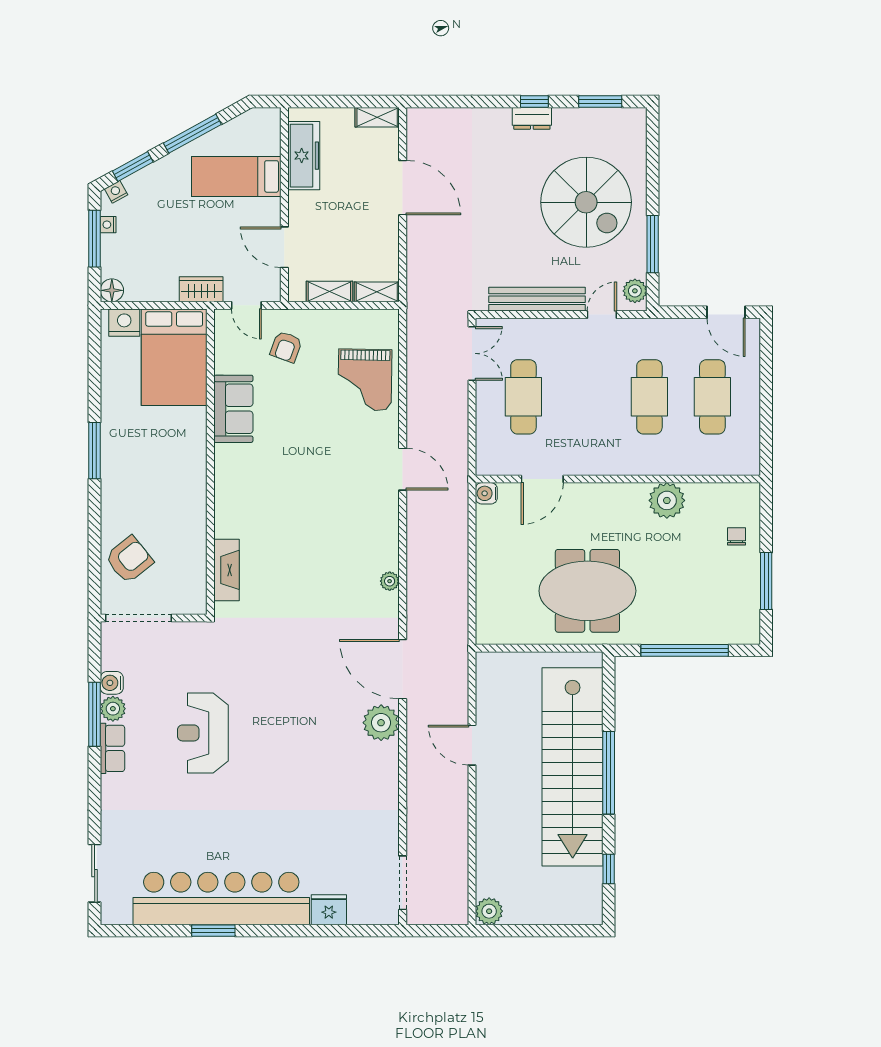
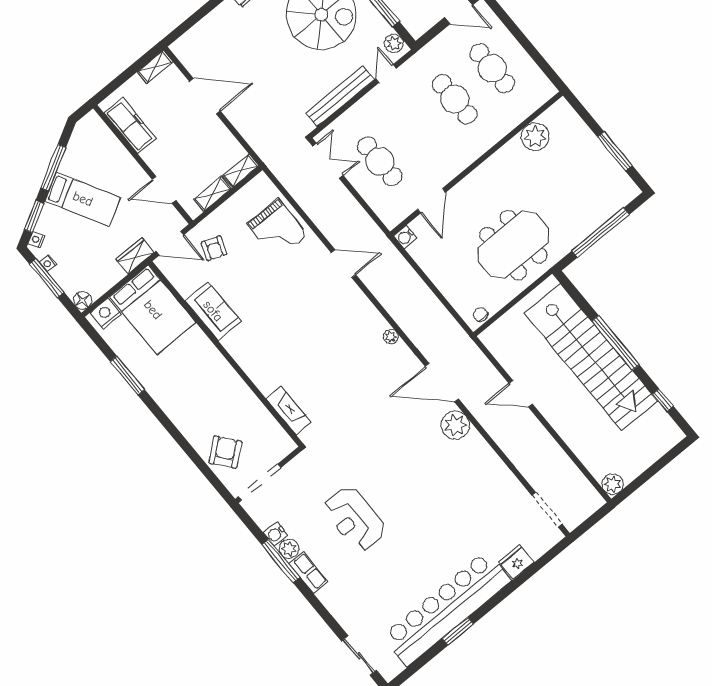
bed: (236, 176) -> (83, 199), moved, turned -119
door: (246, 305) -> (170, 243), width x1.38
window: (95, 451) -> (127, 376), moved
plant: (667, 500) -> (535, 137), moved
chair: (736, 536) -> (481, 315), moved

